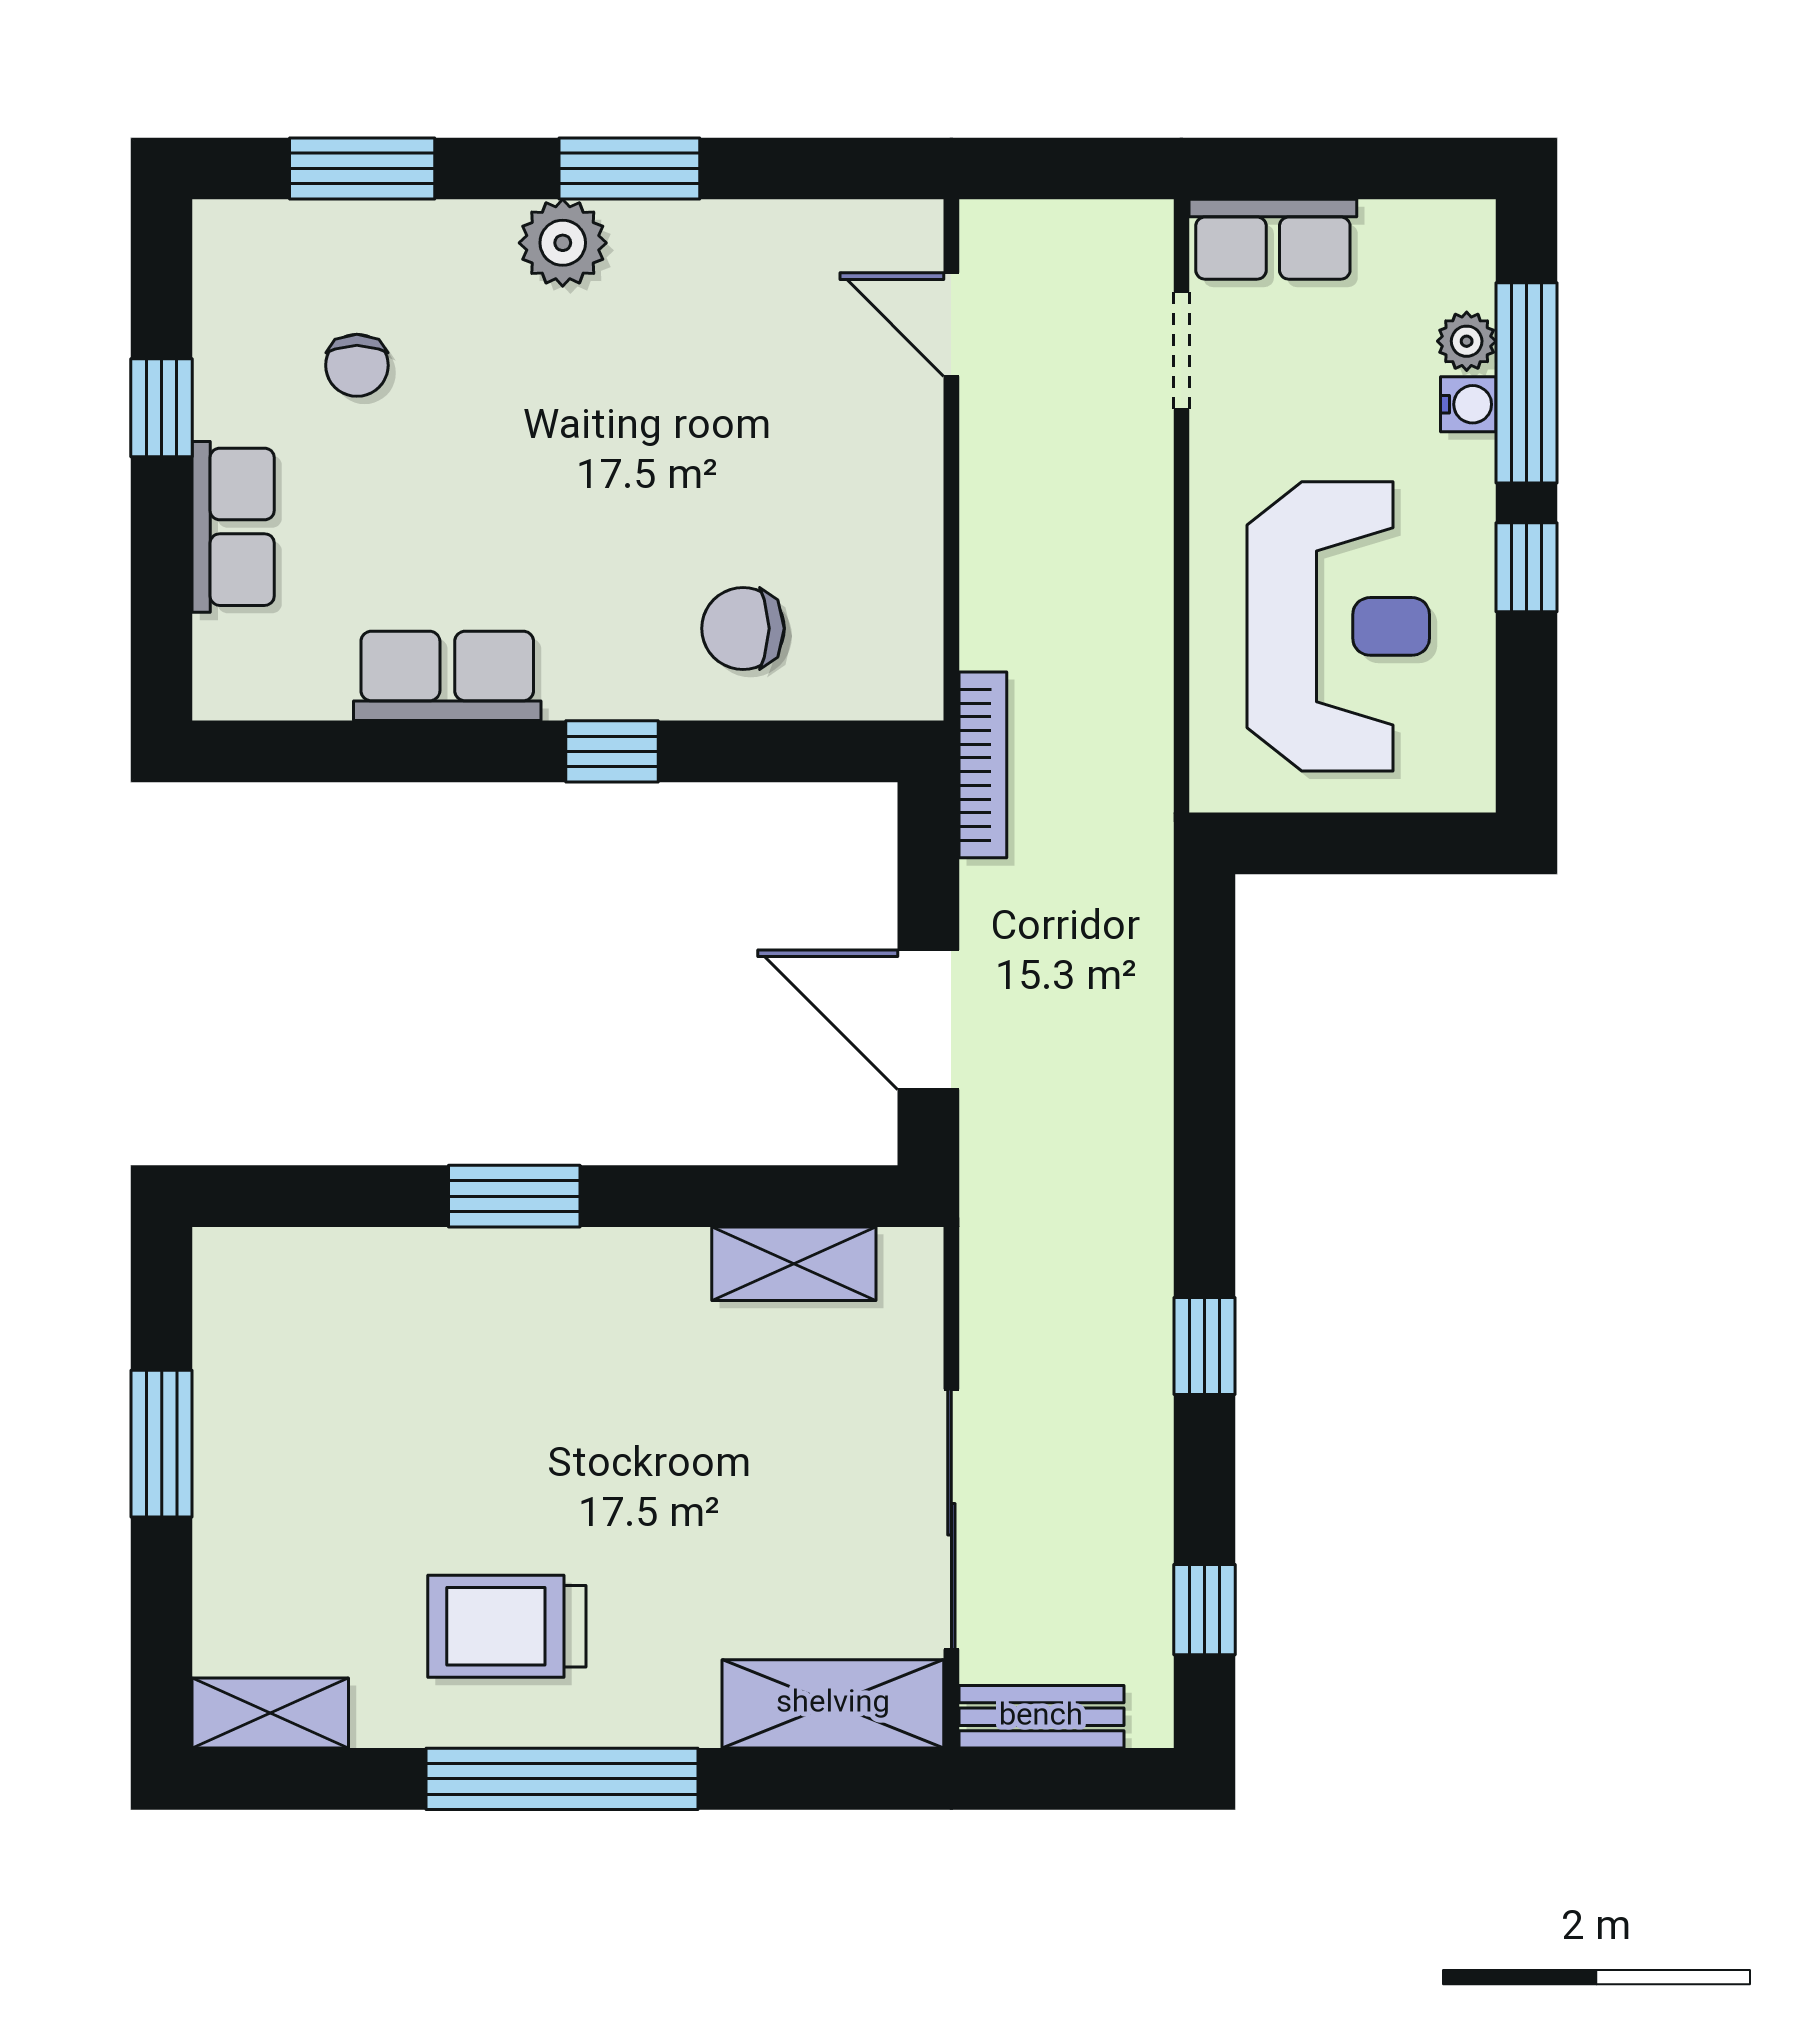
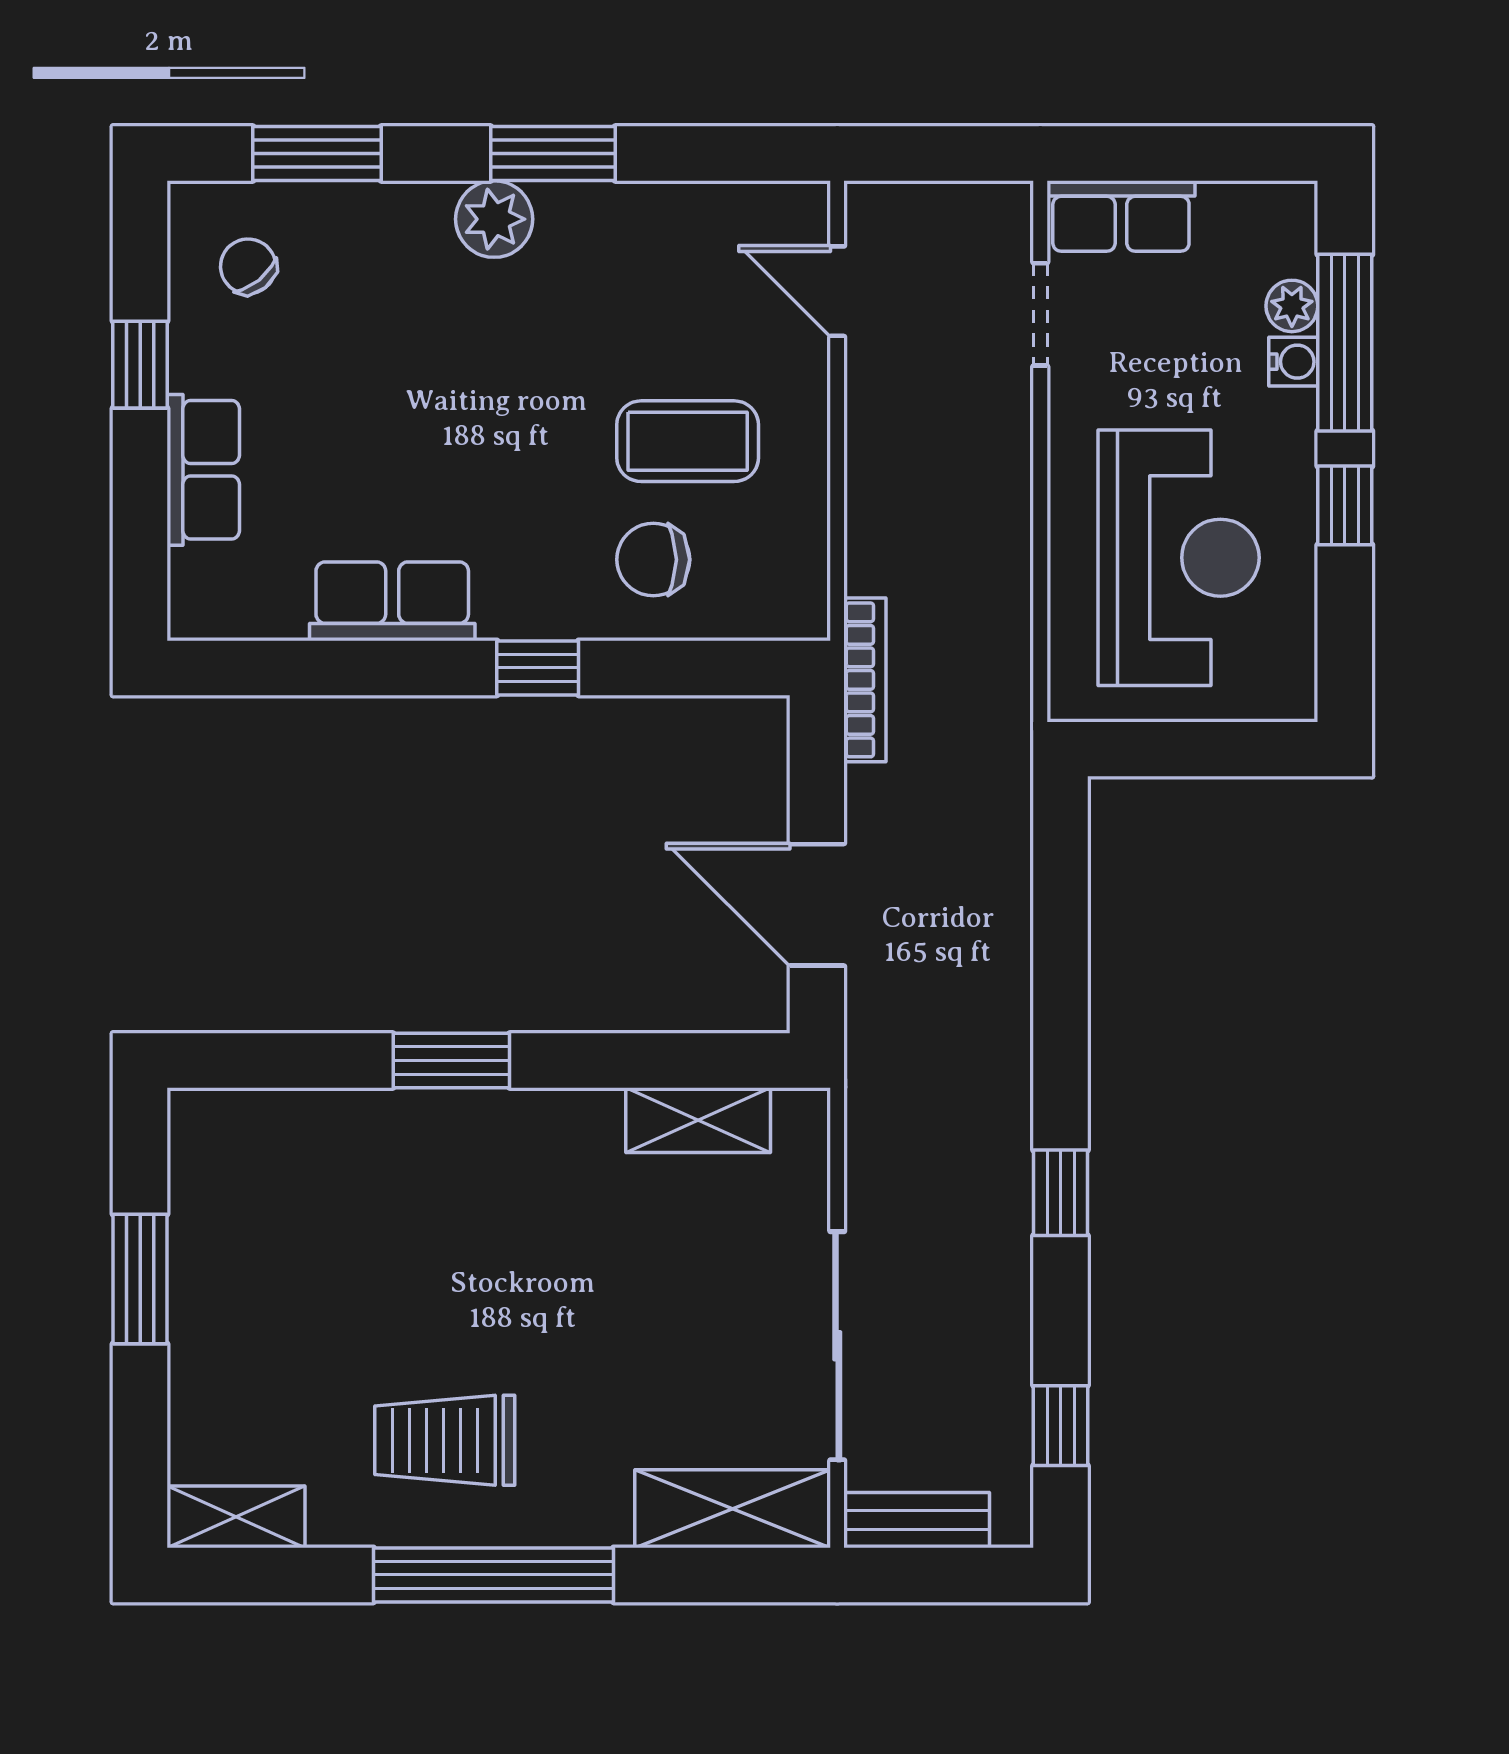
chair: (357, 365) -> (248, 266), moved, turned 141
coffee table: (782, 494) -> (688, 441), added

